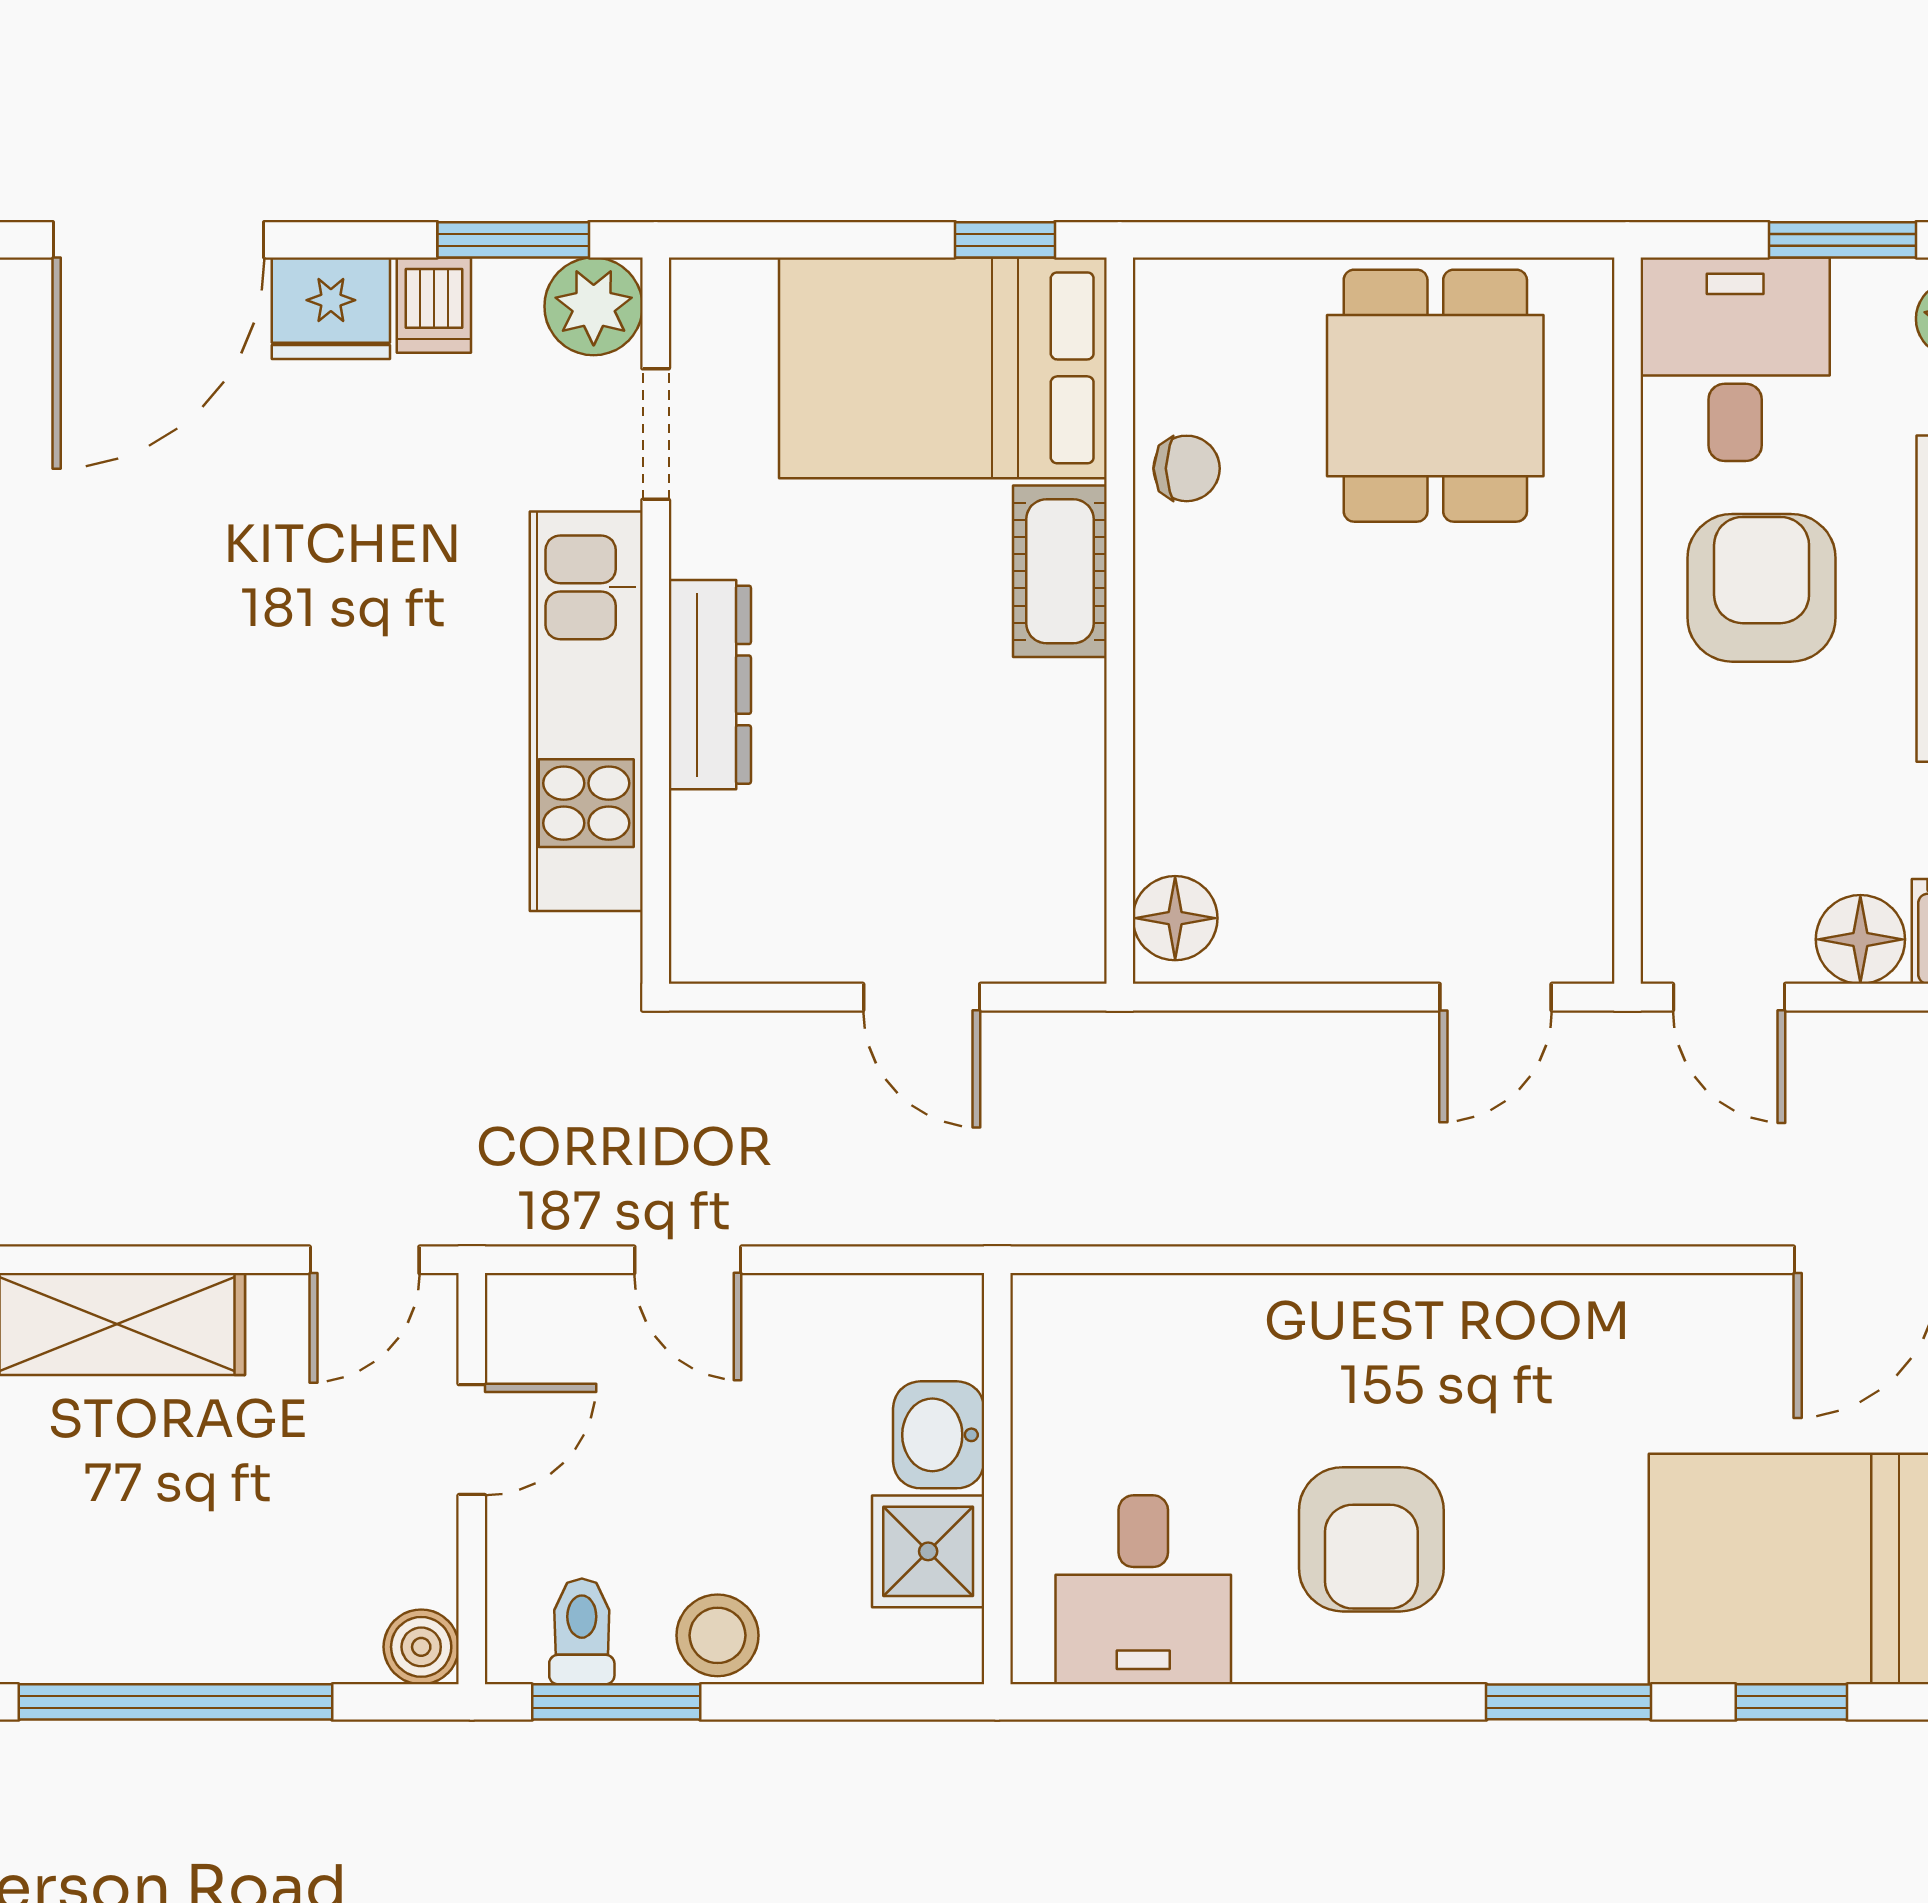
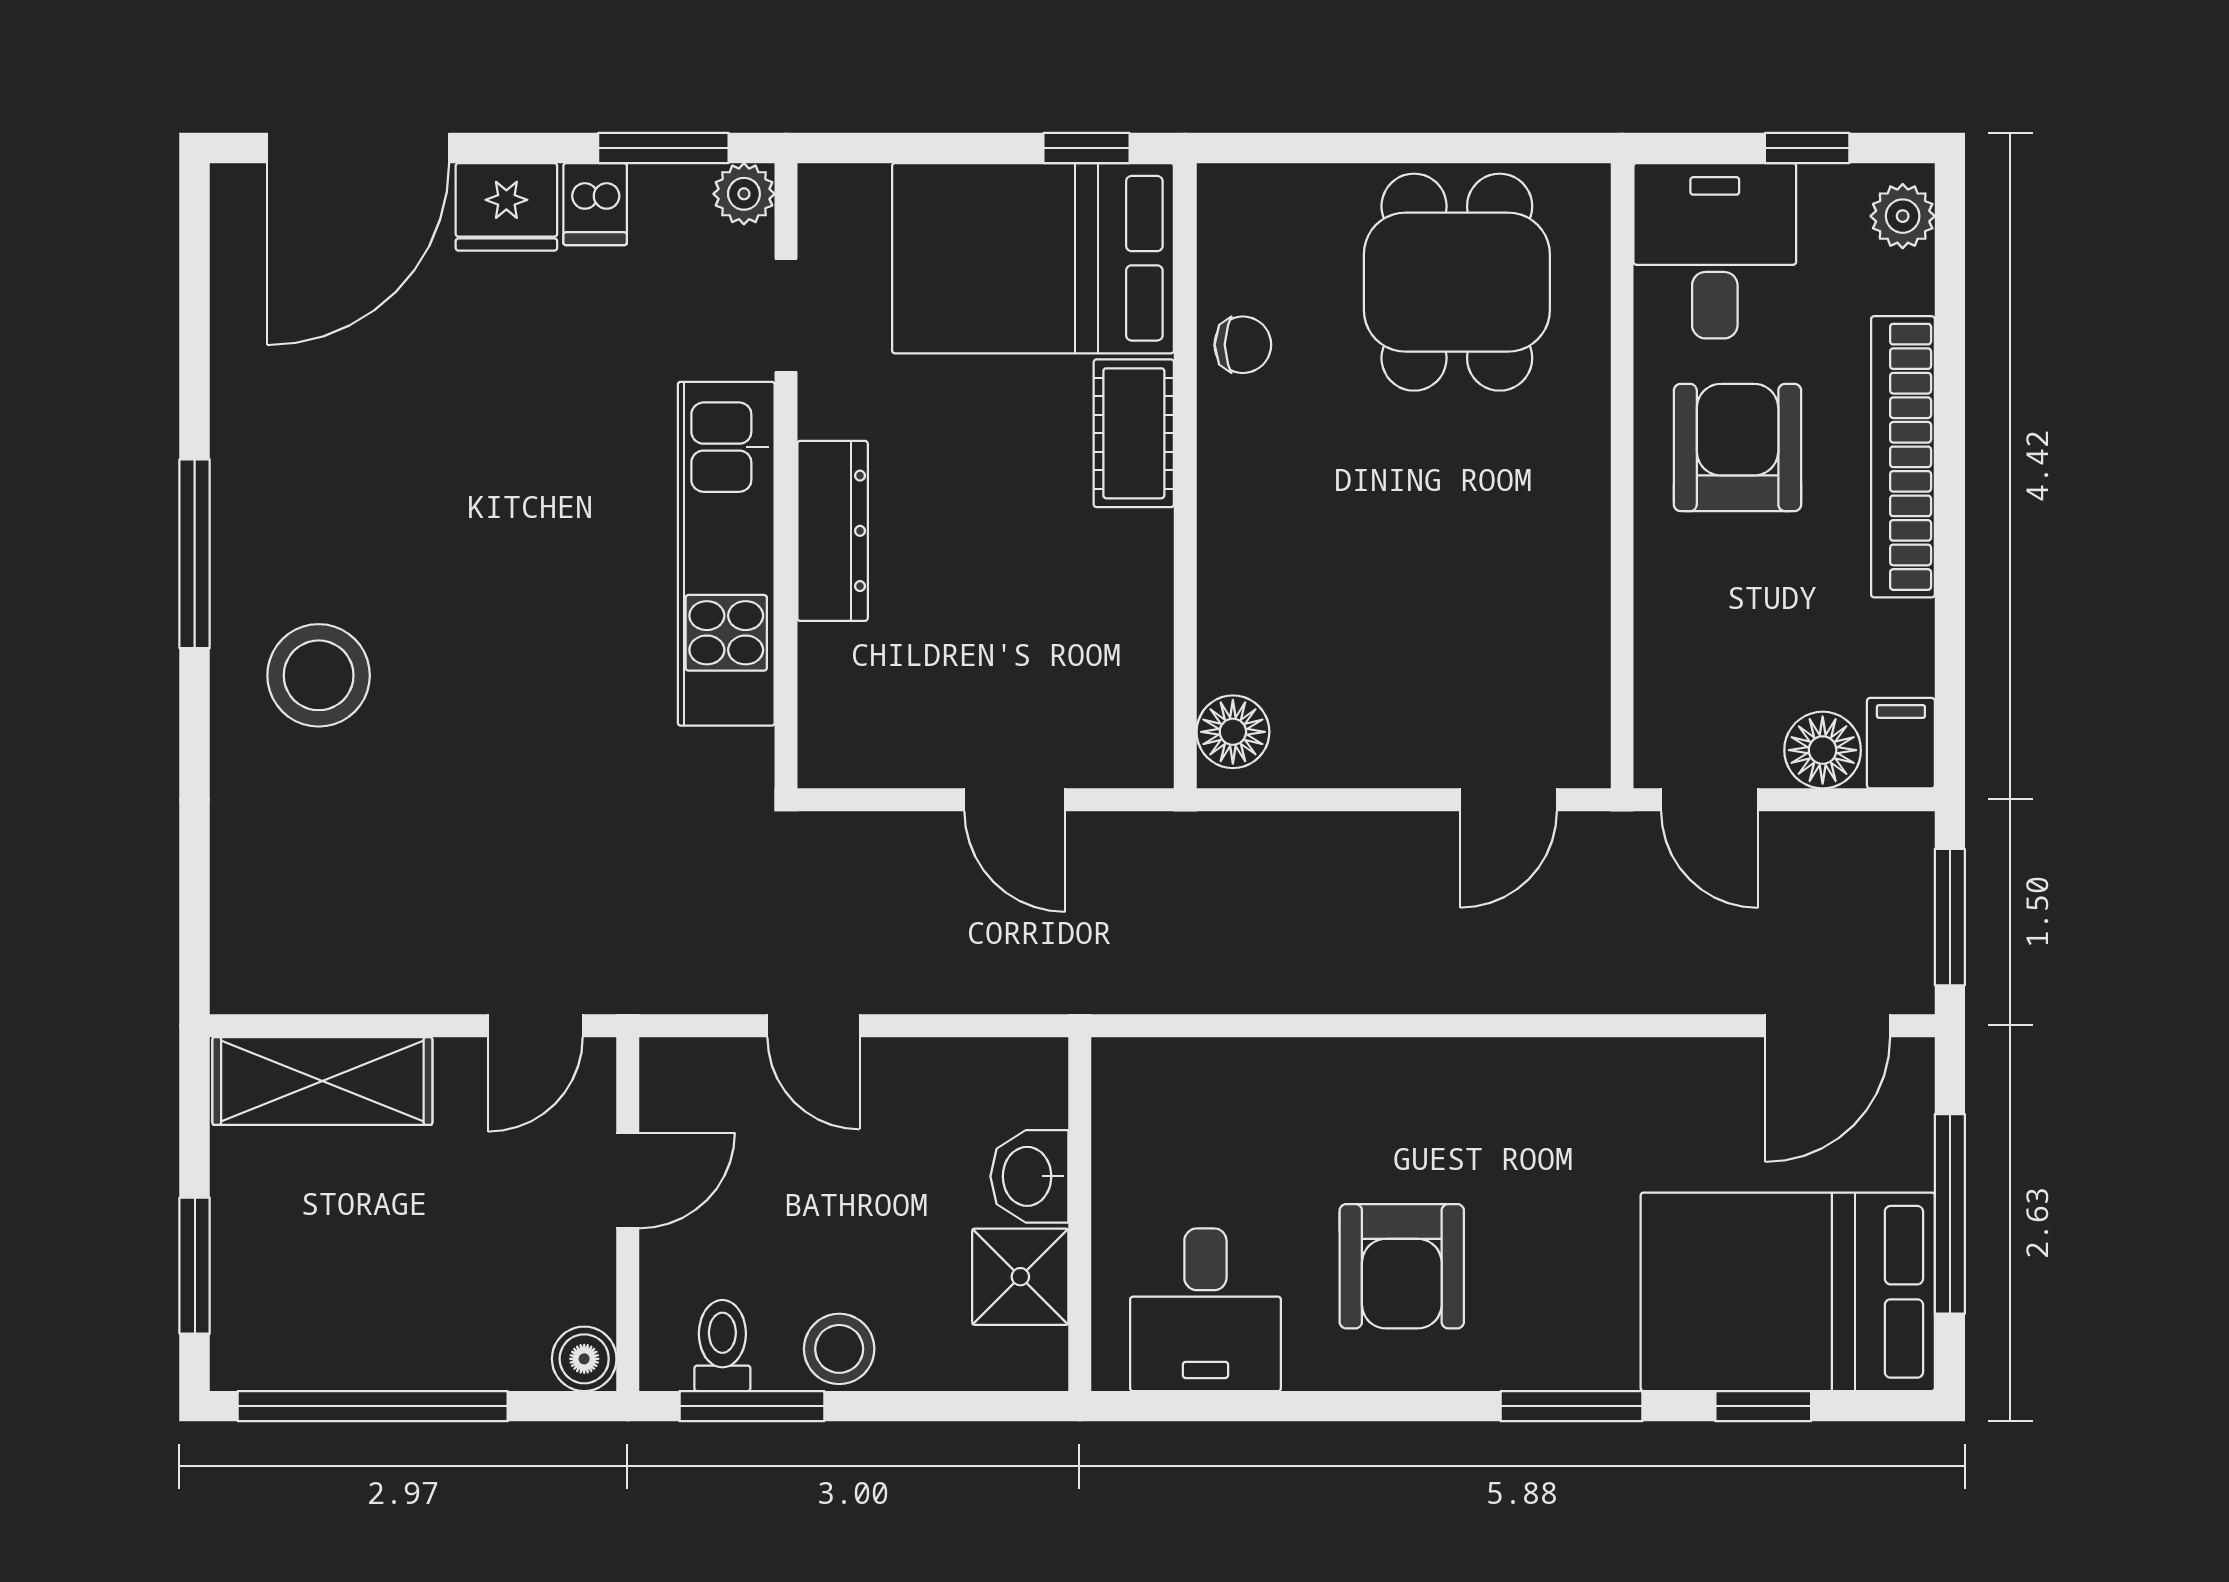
window: (1842, 240) -> (1807, 148), width x0.67
plant: (594, 306) -> (744, 194), width x0.73, depth x0.73
stool: (113, 853) -> (319, 675), added

